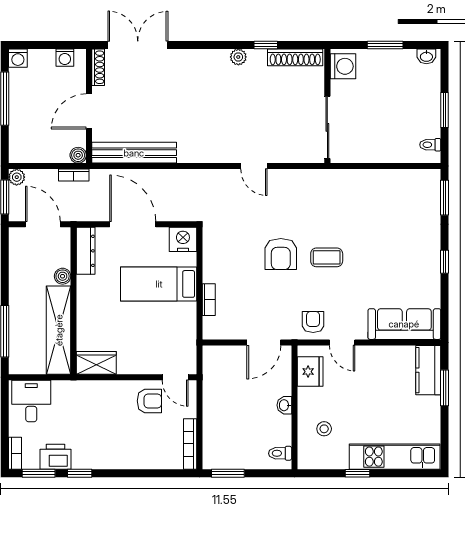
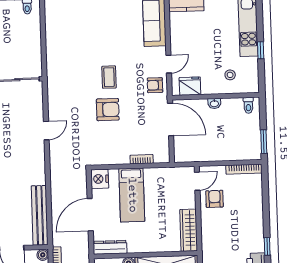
door: (264, 342) -> (171, 119), width x1.36
wardrobe: (96, 363) -> (189, 230), width x1.50

